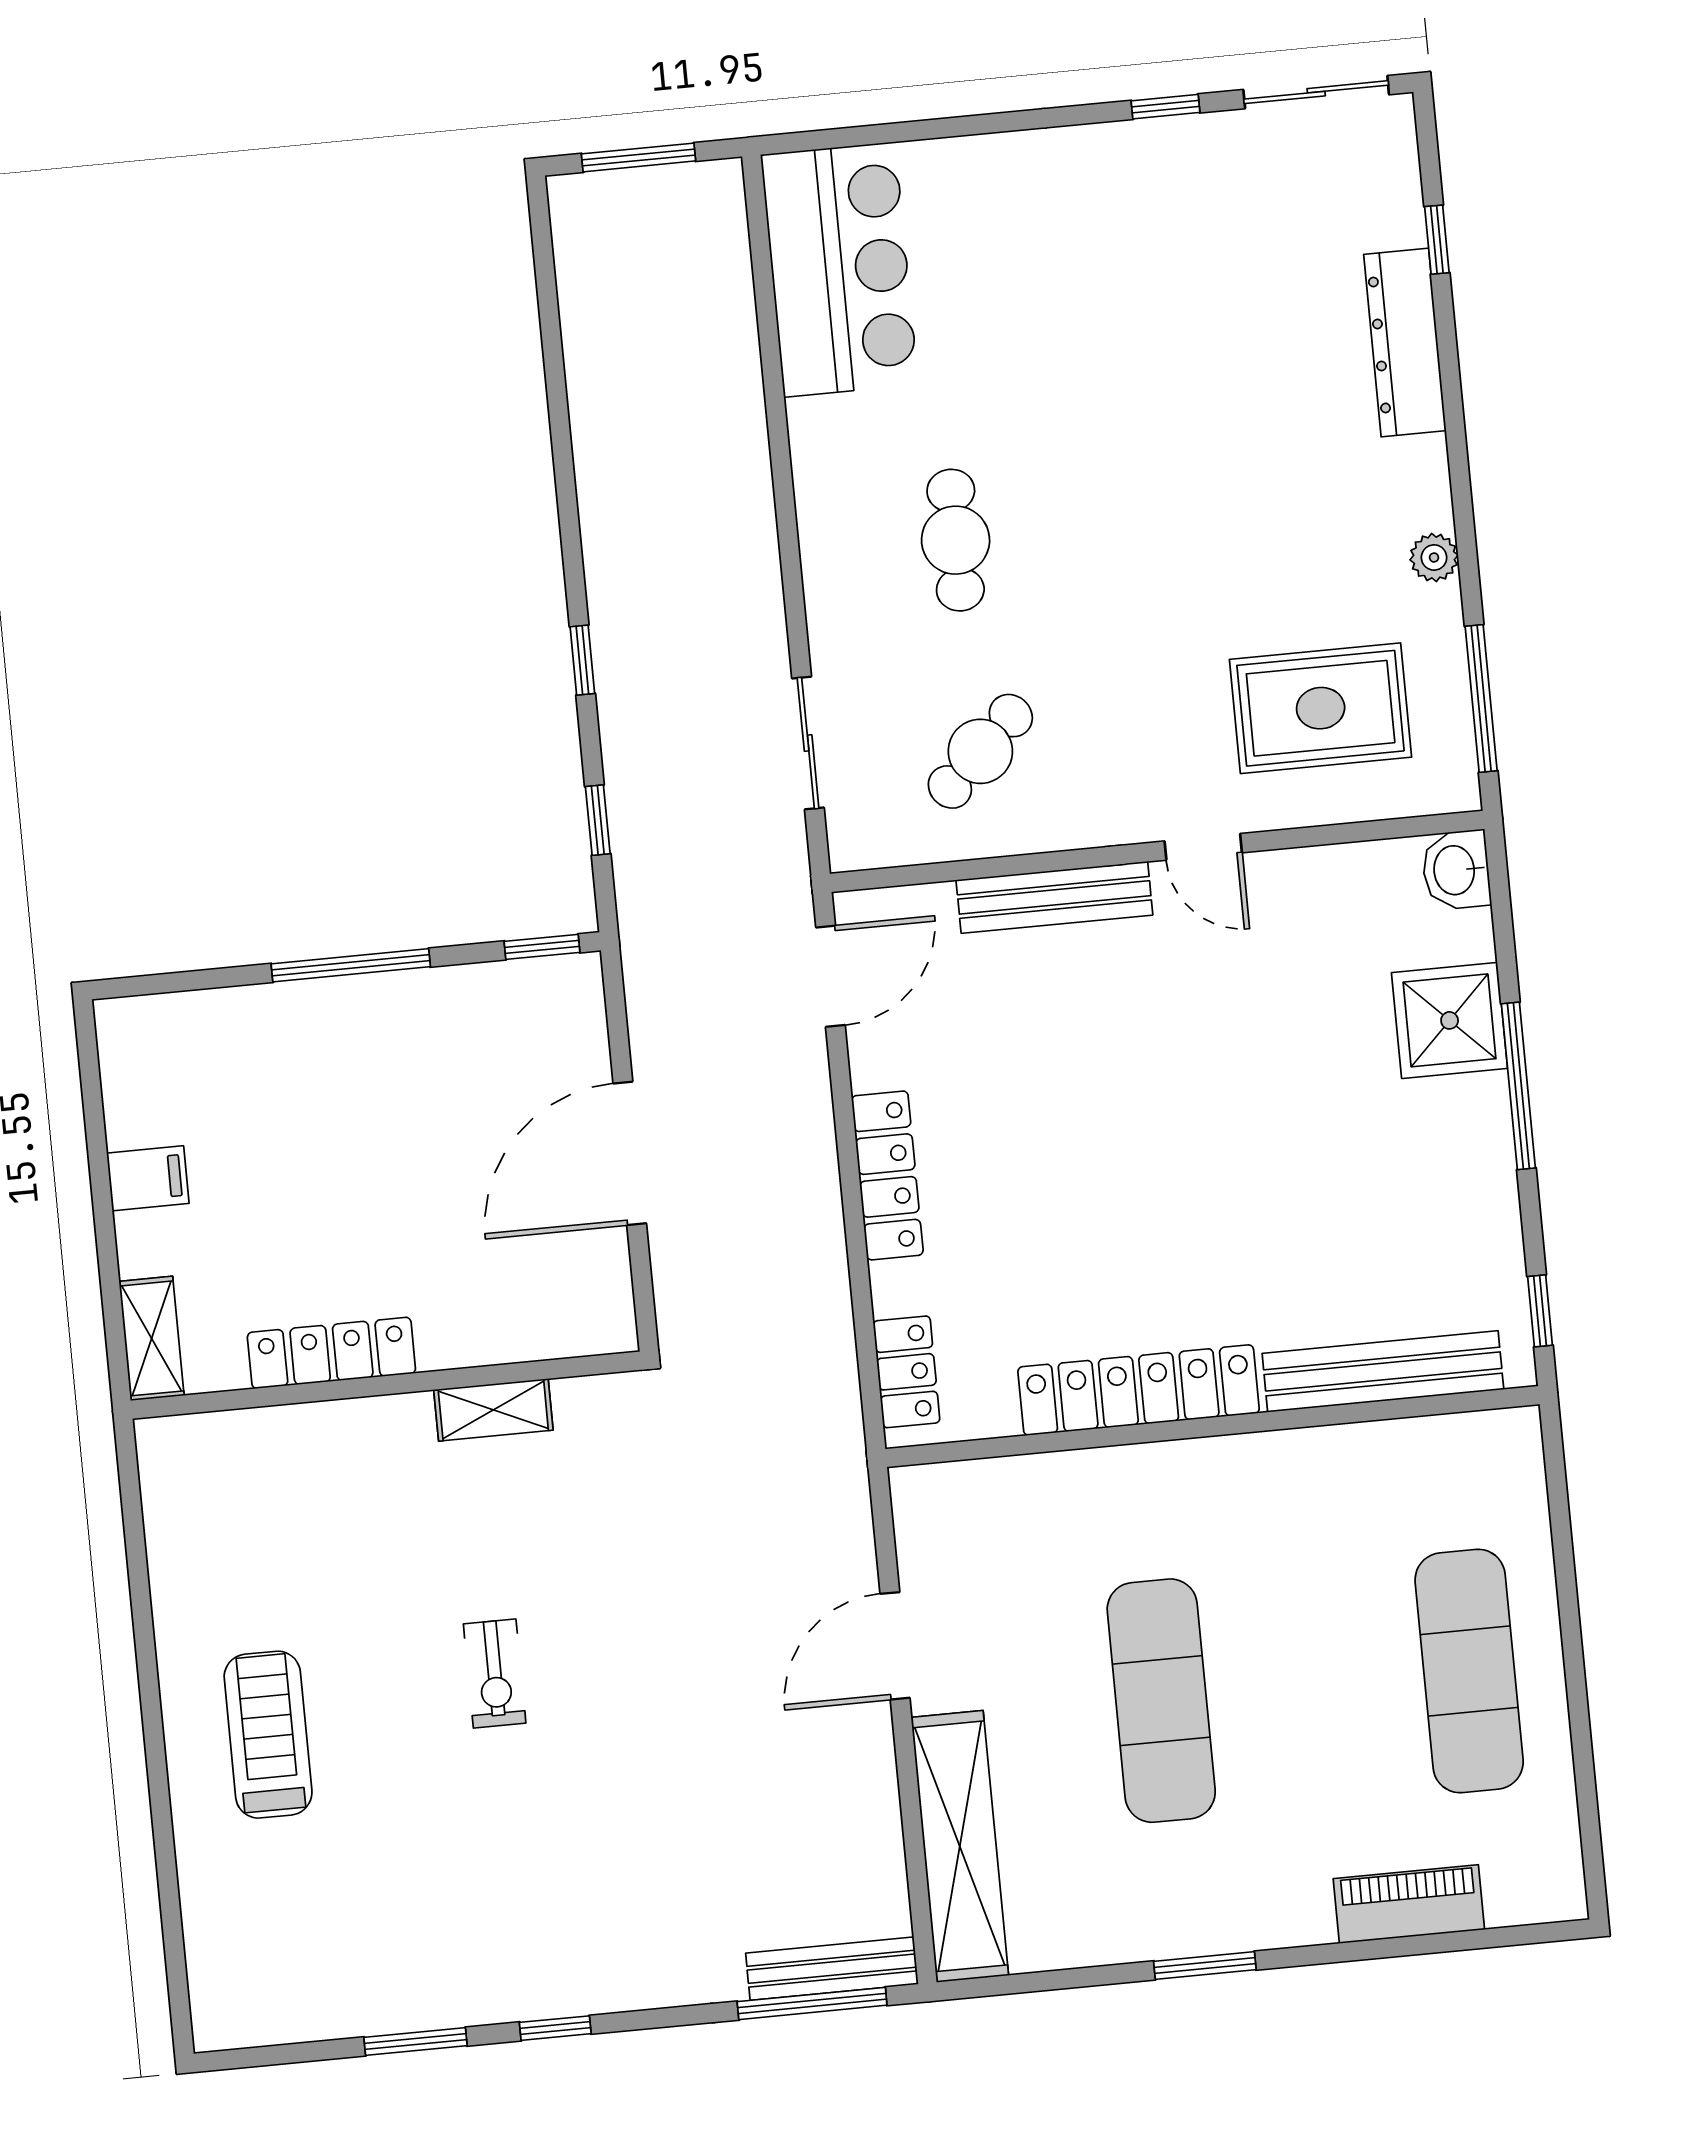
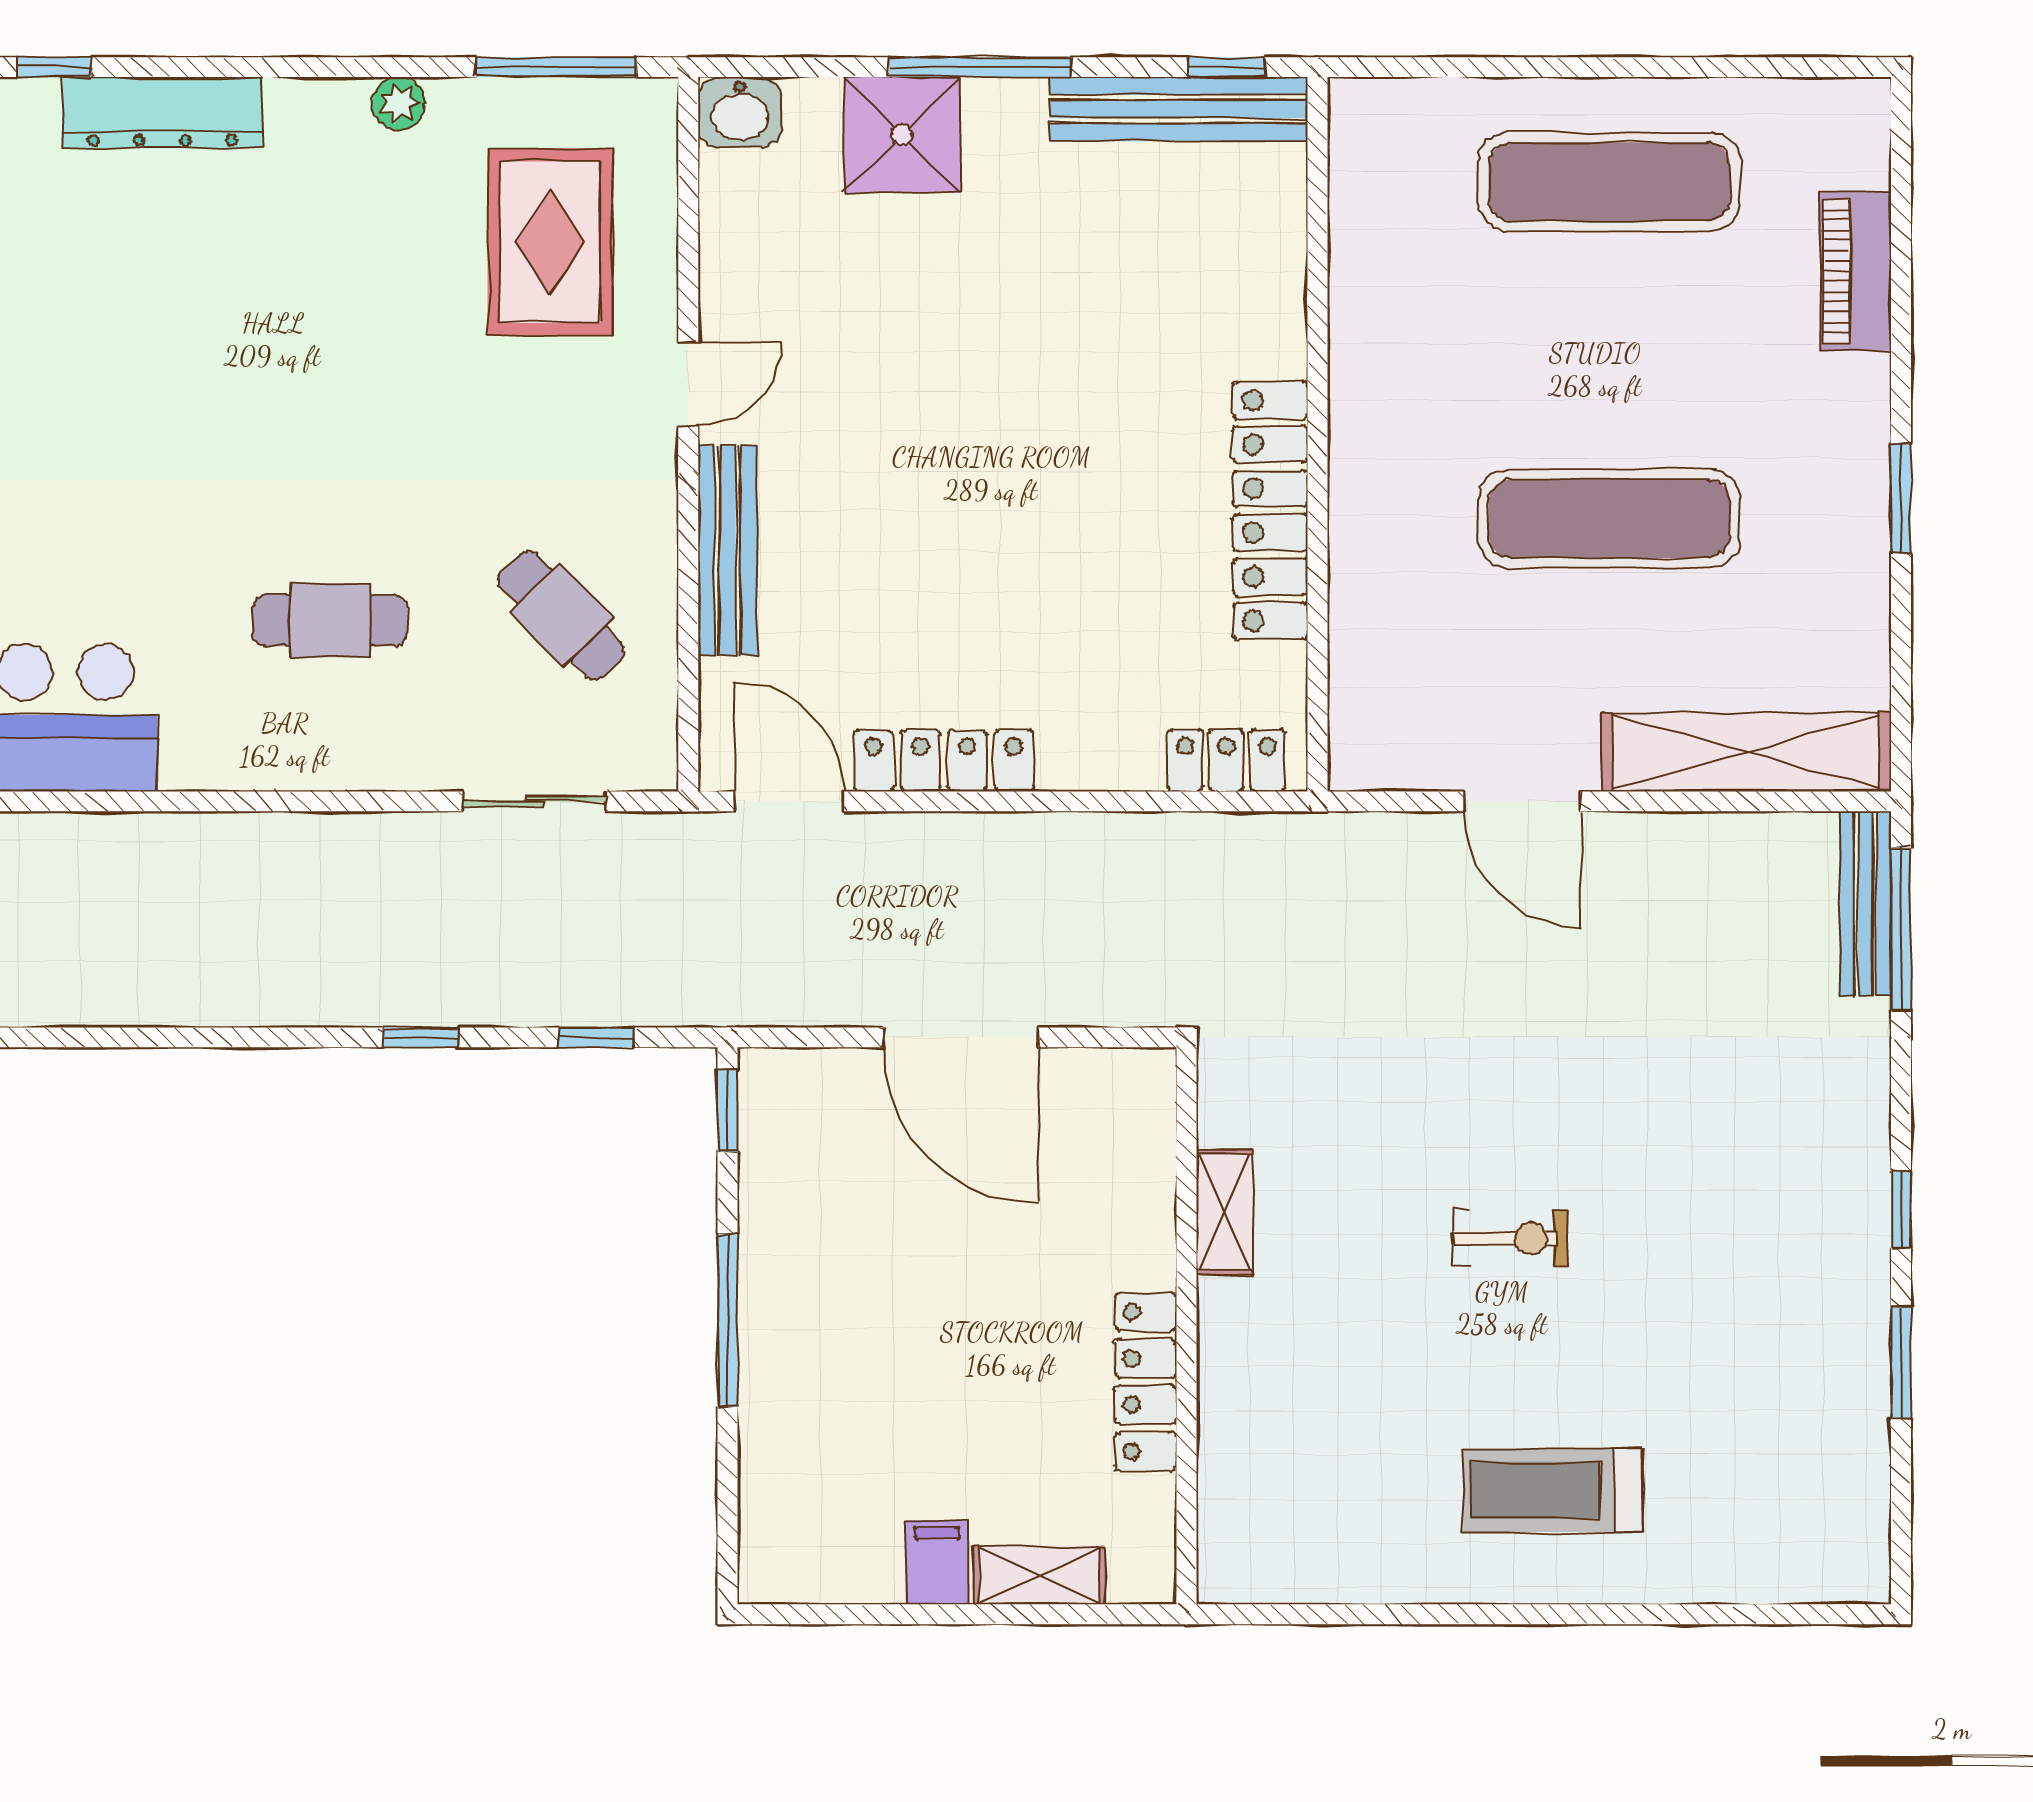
locker: (887, 1175) -> (944, 761), moved
shelving: (152, 1338) -> (1039, 1575), moved
bench: (1383, 1371) -> (1179, 109), moved, turned 90

